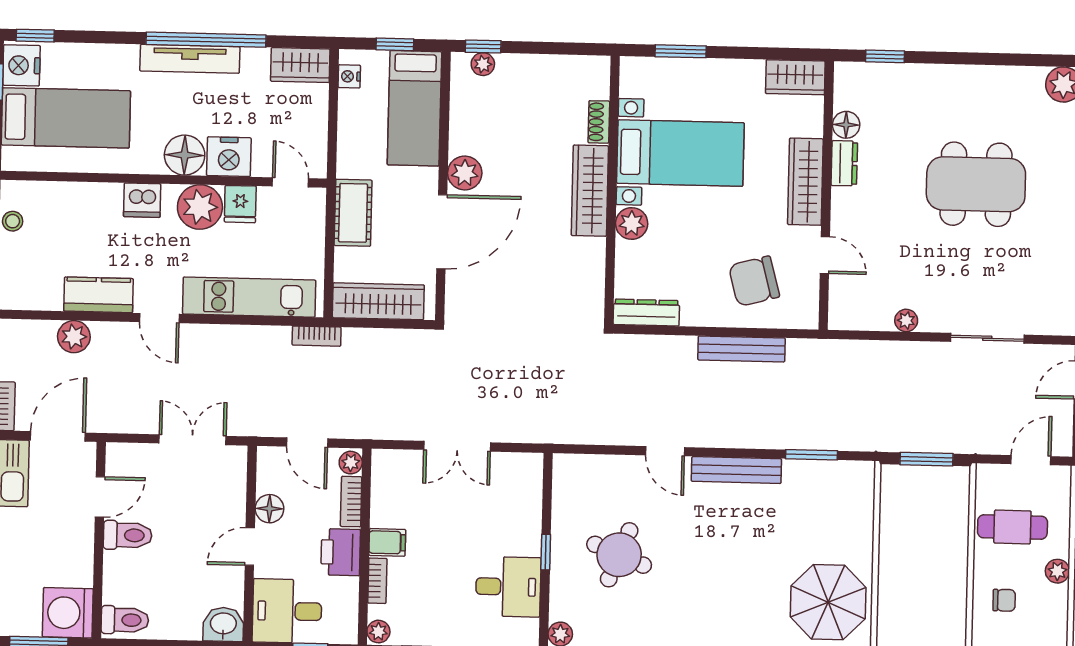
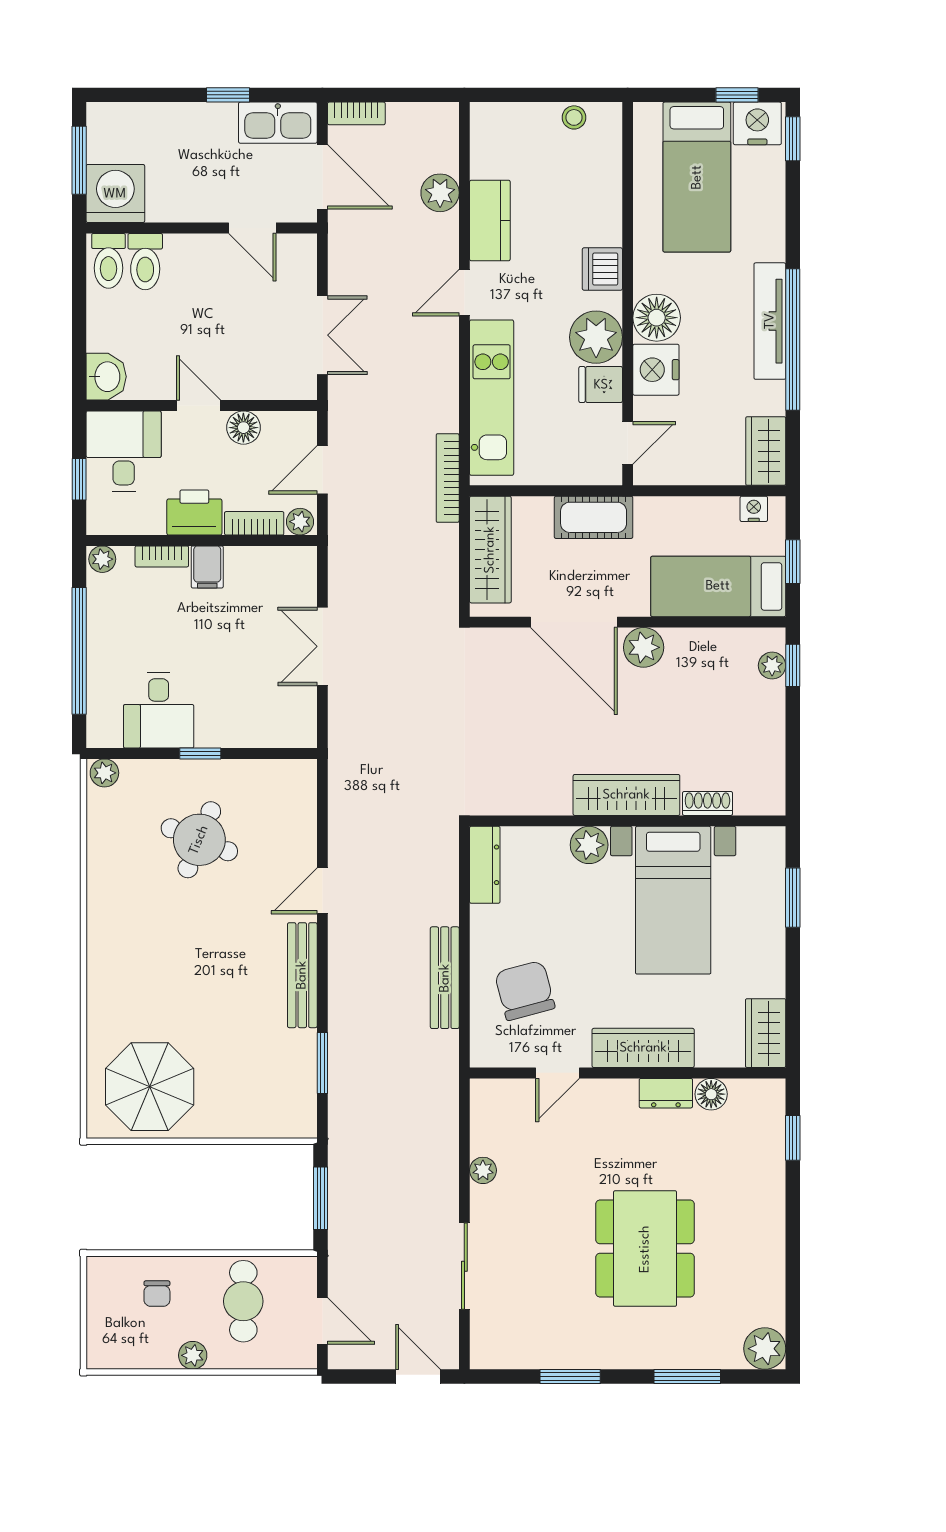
bookcase: (317, 336) -> (448, 478), width x1.56
toilet: (128, 535) -> (145, 262), moved

